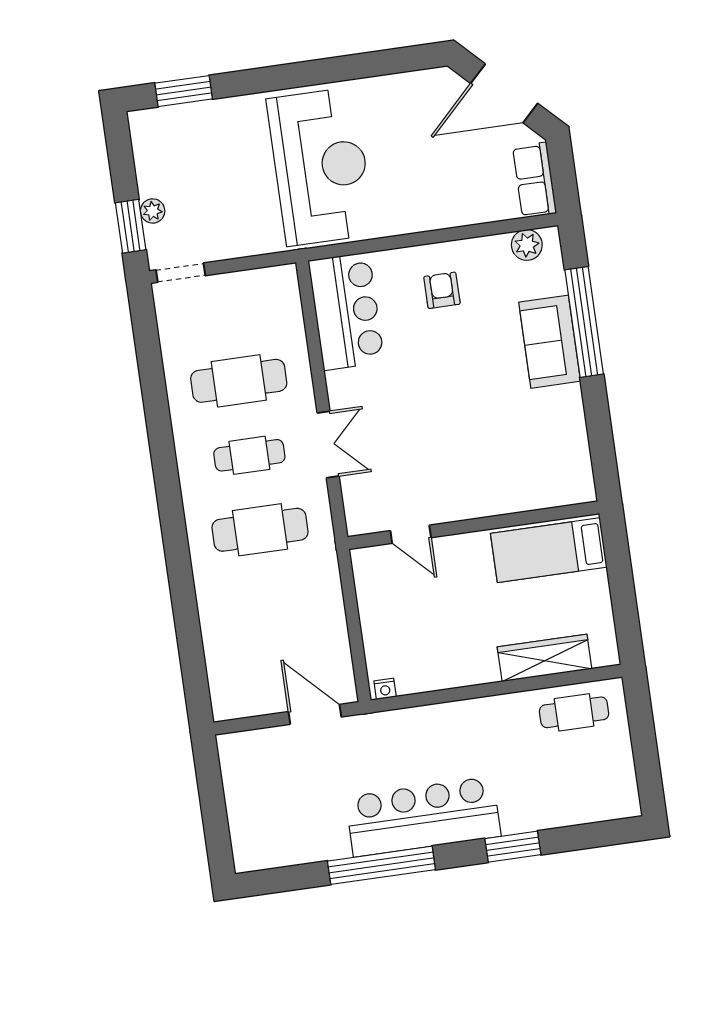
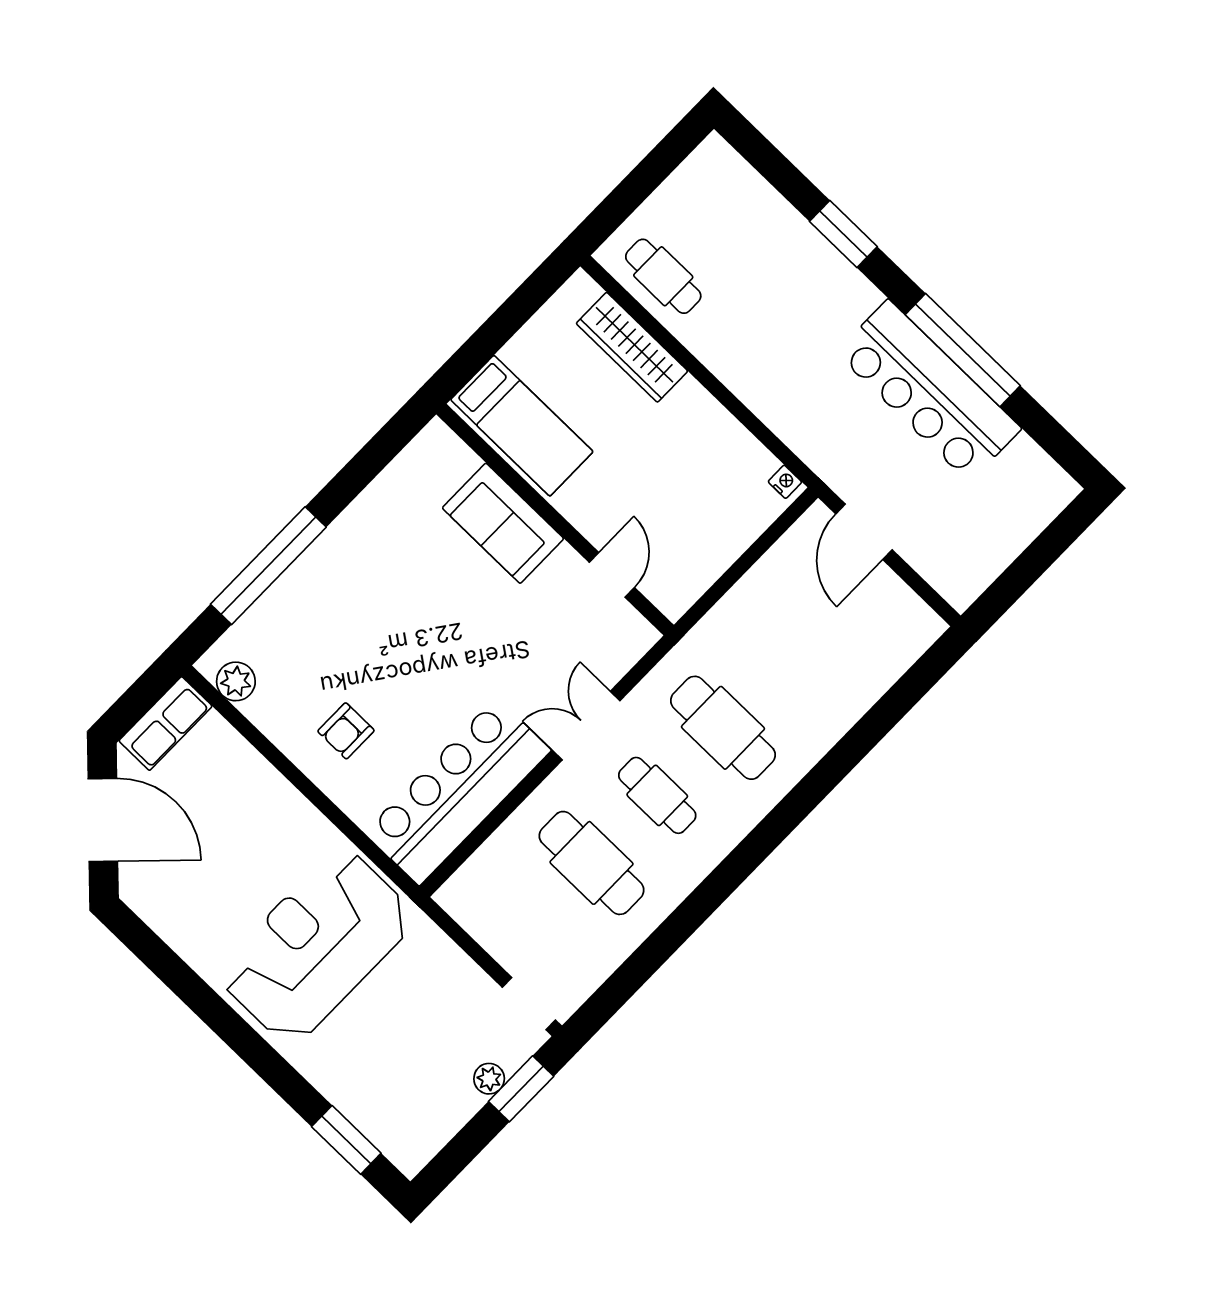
bar counter: (346, 311) -> (458, 791), width x1.36
sofa: (550, 342) -> (503, 523), moved, turned 90
bar counter: (423, 817) -> (929, 391), moved

